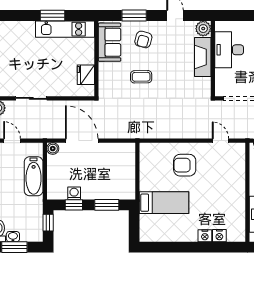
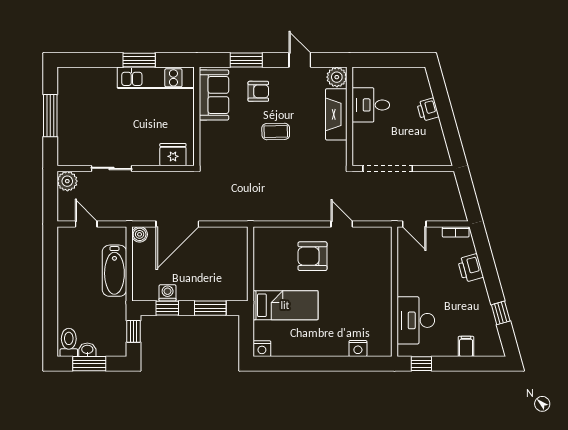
armchair: (143, 39) -> (258, 91), turned -105
desk: (229, 50) -> (371, 105), width x0.73
fridge: (86, 75) -> (173, 155), moved, turned 90
coffee table: (141, 77) -> (276, 132), moved
door: (82, 141) -> (177, 224), swing flipped
door: (220, 141) -> (342, 224), moved
nightstand: (205, 236) -> (262, 349), moved

